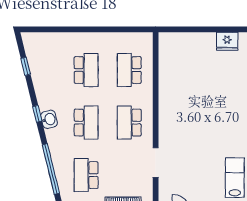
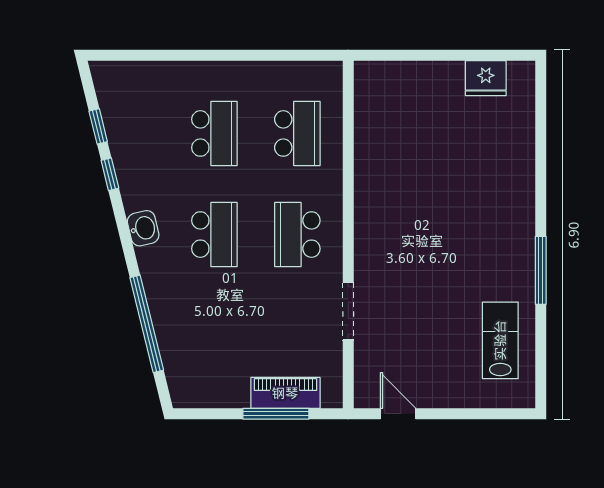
school desk: (129, 70) -> (297, 133), turned 180
window: (37, 114) -> (110, 174), moved
school desk: (86, 175) -> (214, 336), removed

